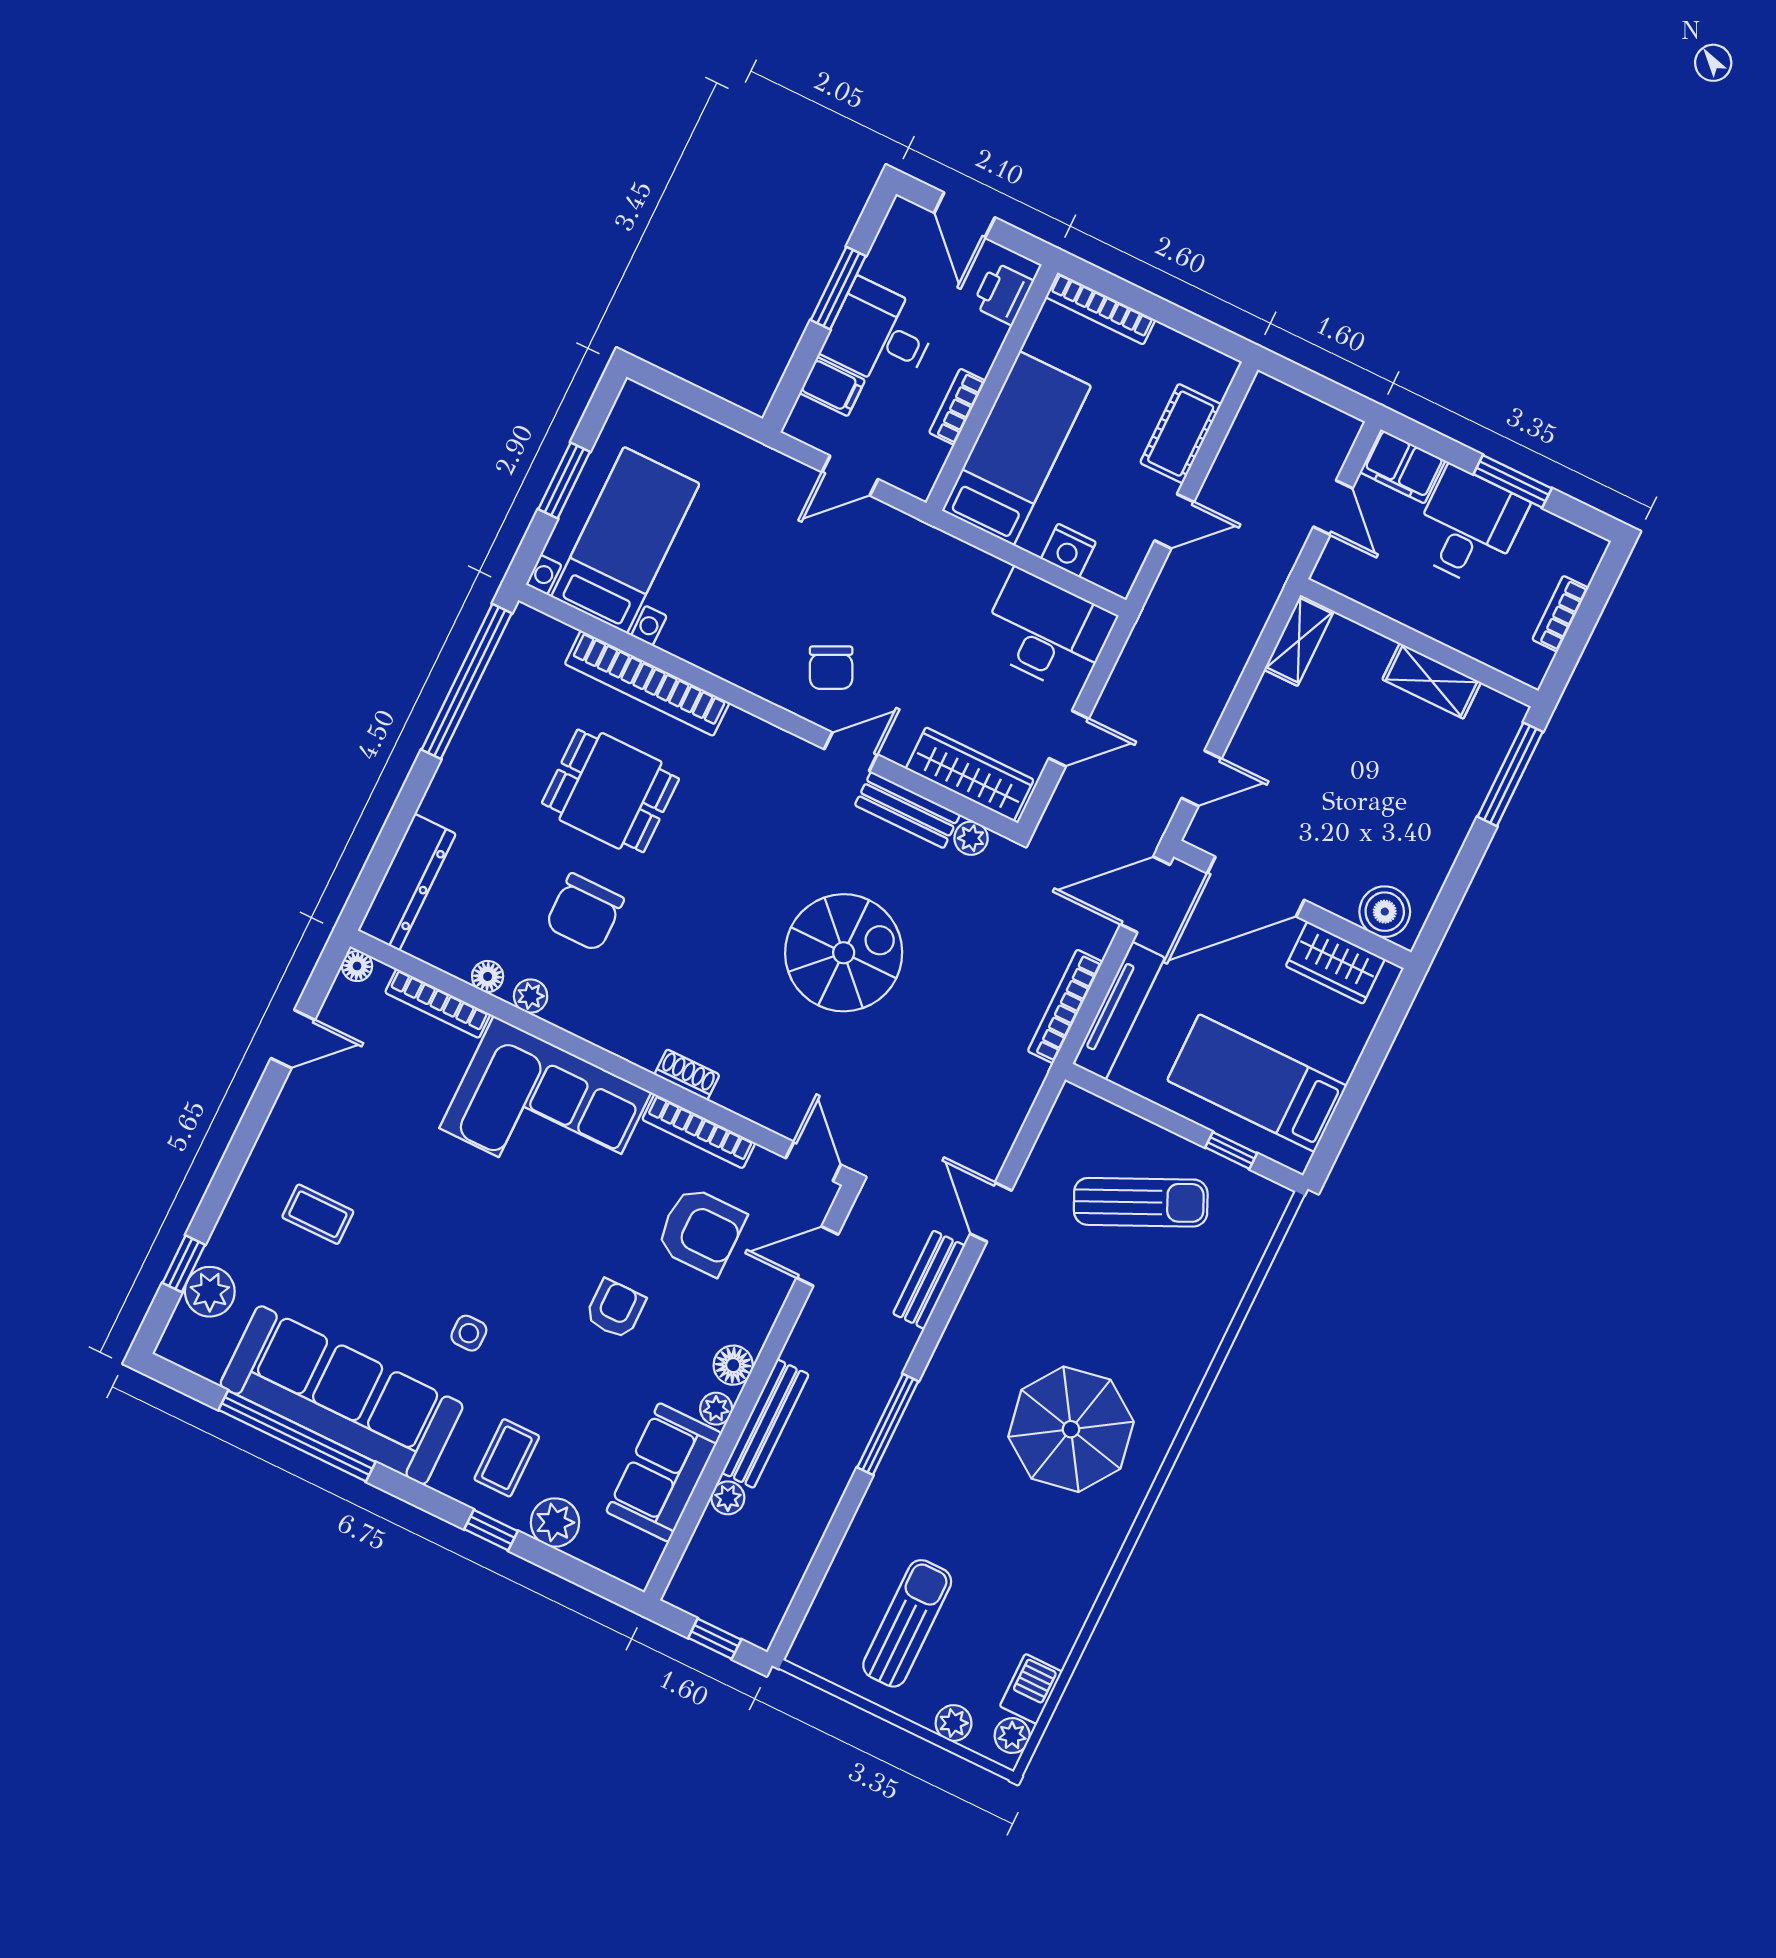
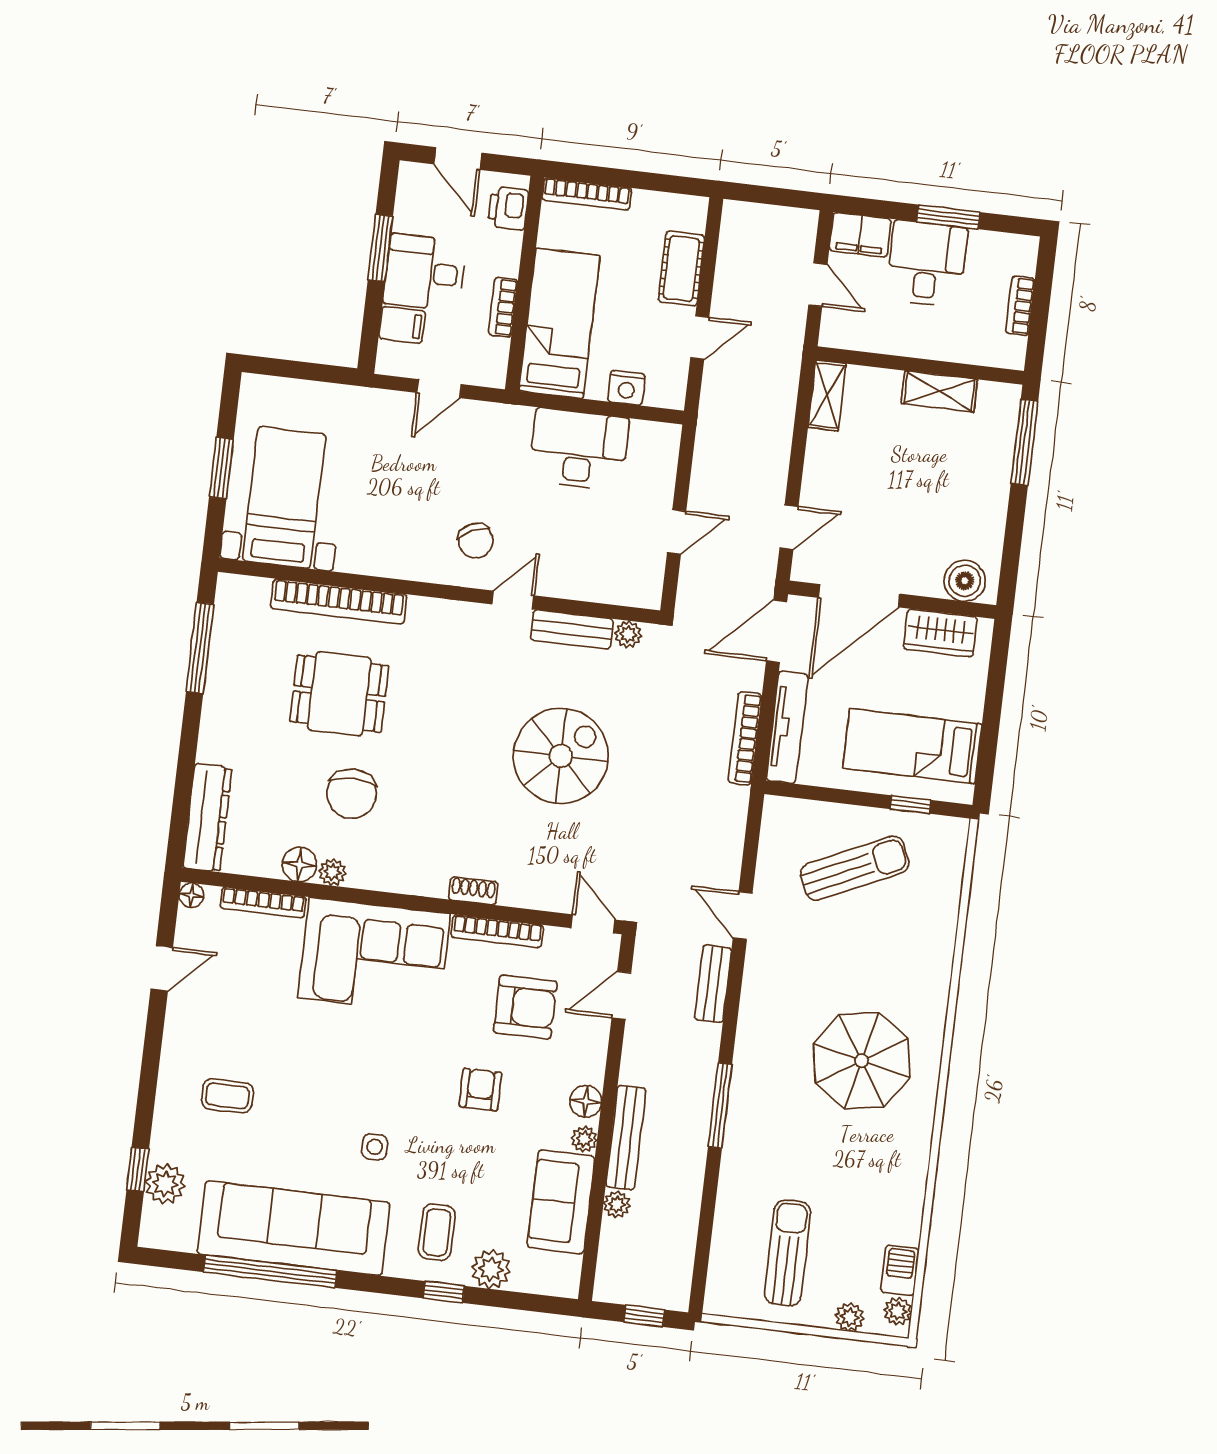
desk: (1047, 631) -> (579, 449), moved
window: (467, 681) -> (200, 648), width x0.68
wardrobe: (970, 774) -> (610, 586), removed
floor lamp: (488, 976) -> (300, 864), width x1.37, depth x1.37

